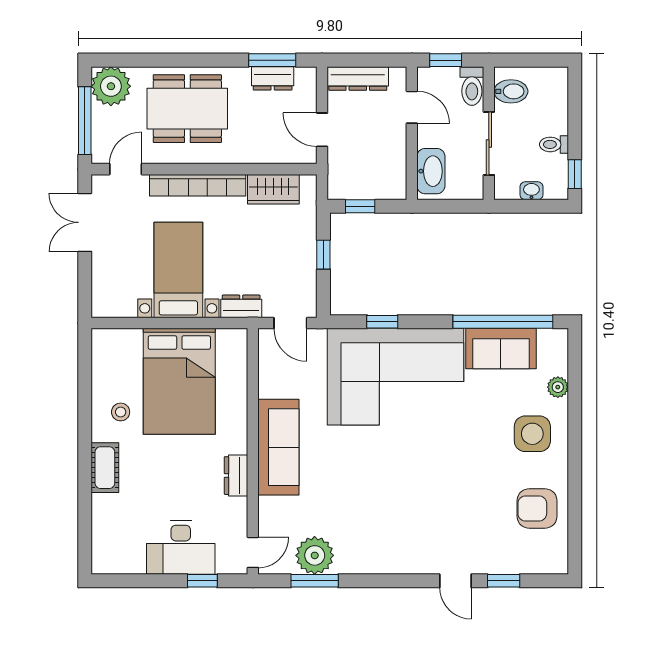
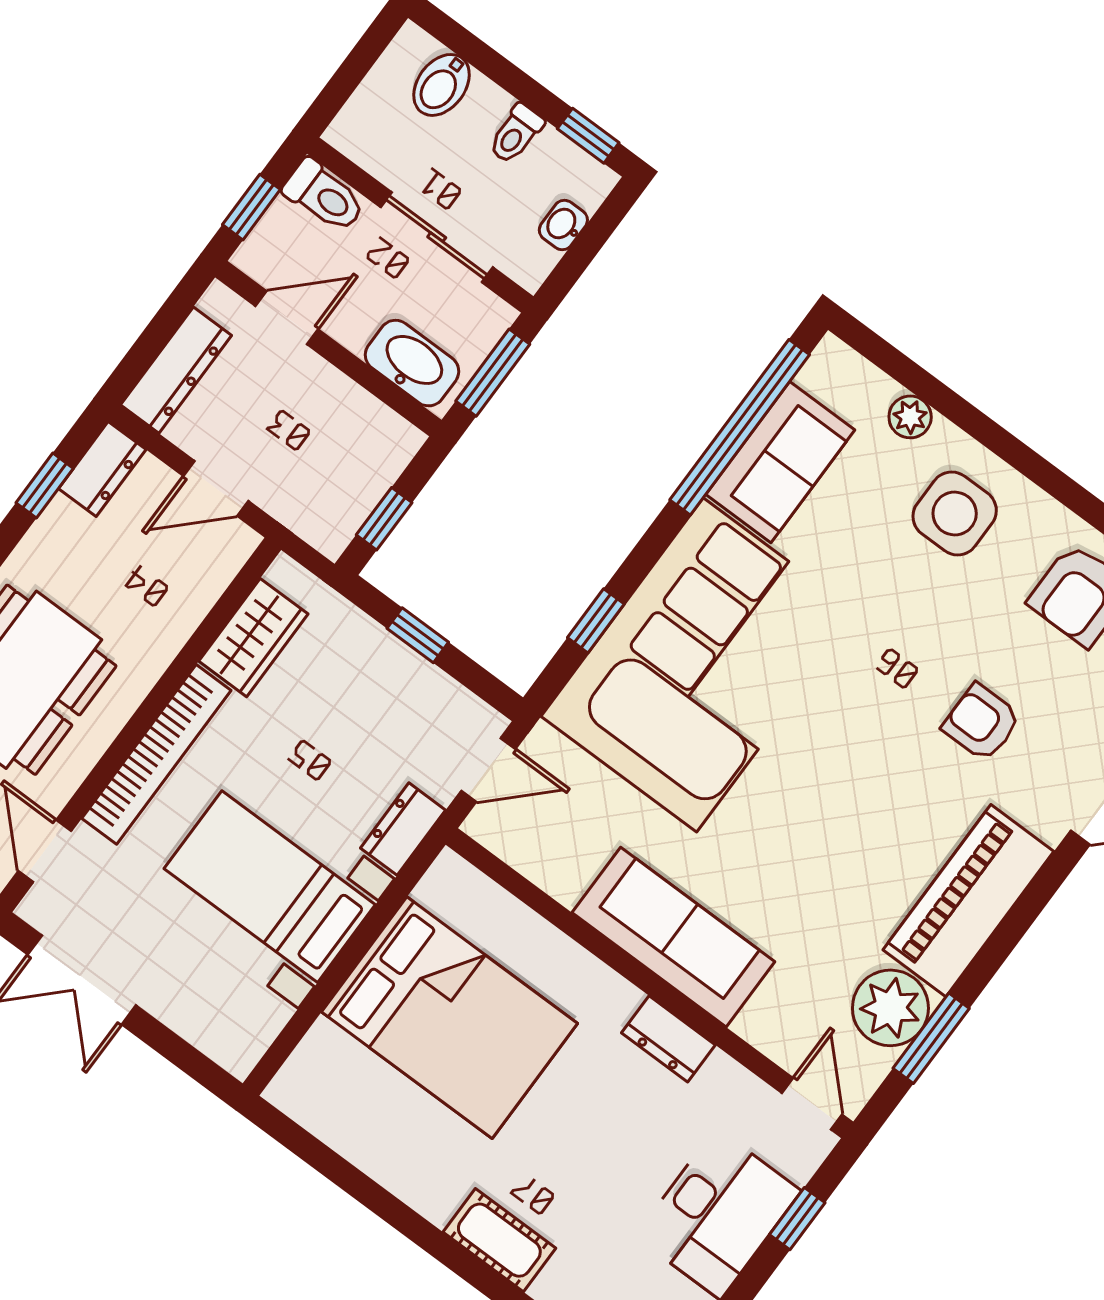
window: (272, 60) -> (45, 486), width x0.67
dresser: (273, 78) -> (102, 469), moved
bidet: (511, 91) -> (442, 85), moved, turned 180
window: (451, 206) -> (493, 373), added
stool: (121, 412) -> (429, 1149), removed
armchair: (456, 507) -> (981, 722), added
piano: (381, 555) -> (968, 901), added

